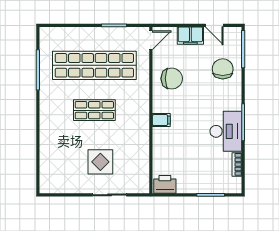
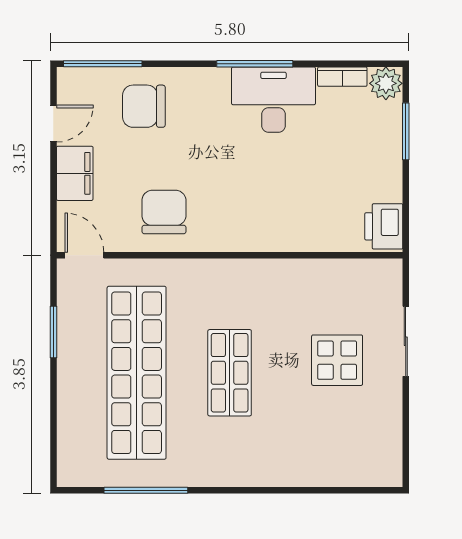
filing cabinet: (161, 120) -> (250, 234), removed
plant: (234, 185) -> (386, 83), added

